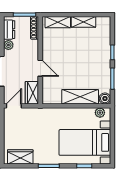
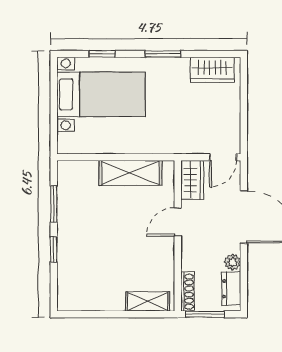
shelving: (83, 22) -> (103, 302), removed
door: (40, 68) -> (178, 222), hinge flipped
shelving: (80, 97) -> (130, 173), moved
boiler: (105, 99) -> (66, 170), removed
plant: (100, 113) -> (75, 146), removed

